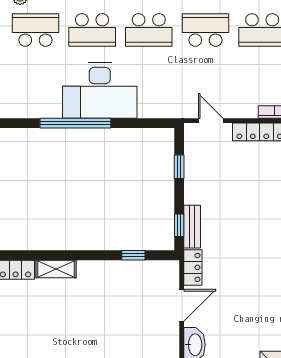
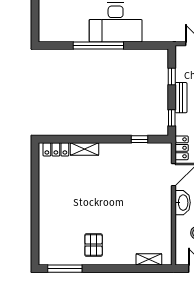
bench: (192, 227) -> (181, 98), moved

